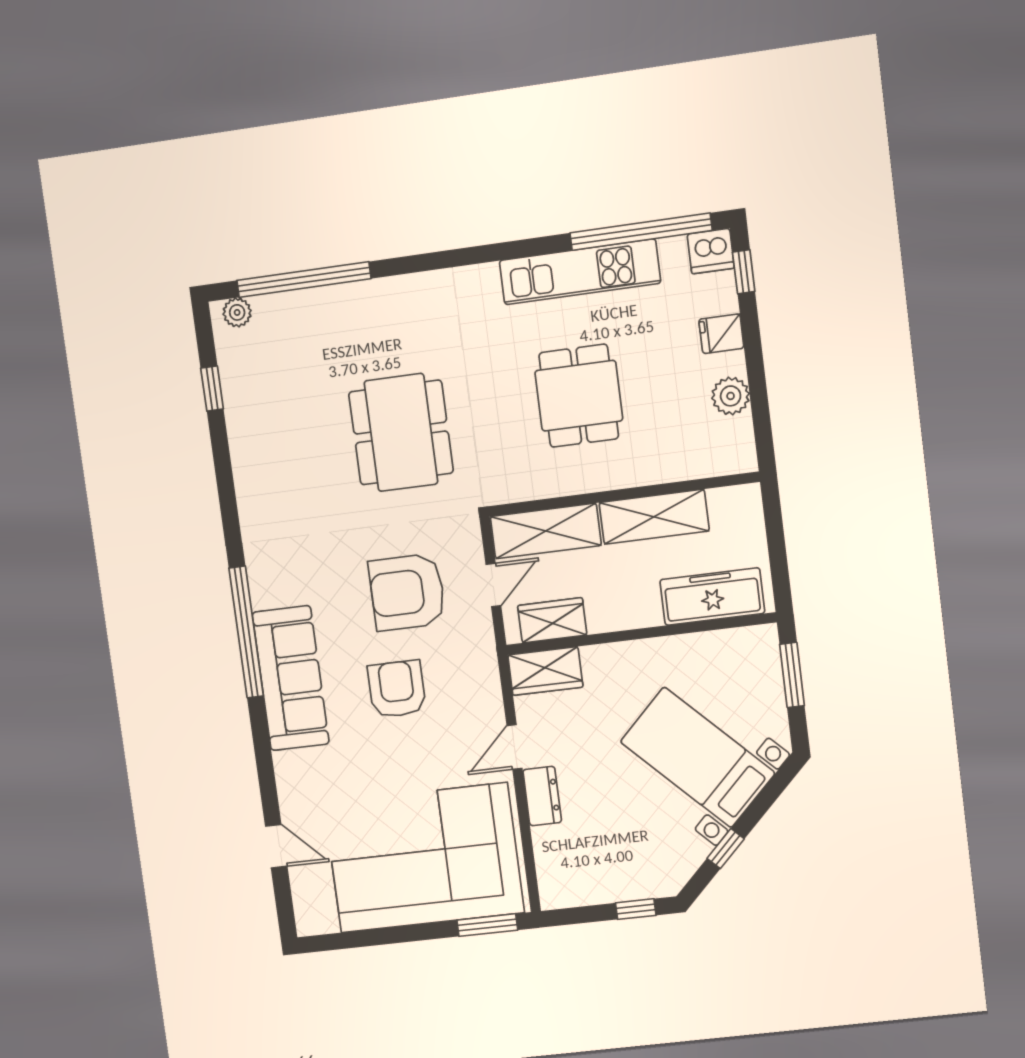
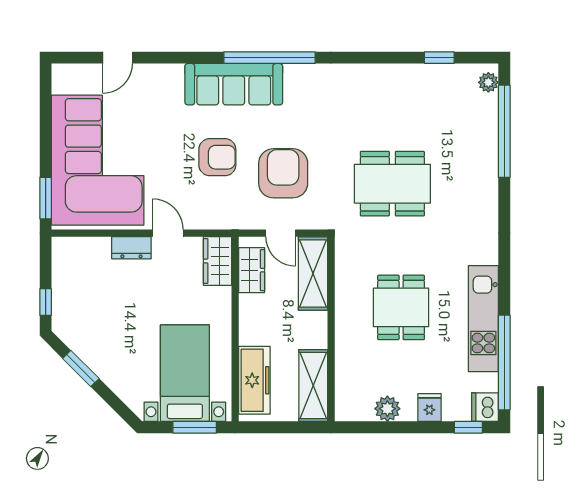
dining table: (579, 396) -> (401, 307), turned 90
shelving: (654, 517) -> (313, 386), moved
bed with nightstands: (698, 757) -> (185, 373), moved, turned -45
window: (726, 849) -> (81, 368), width x1.50

